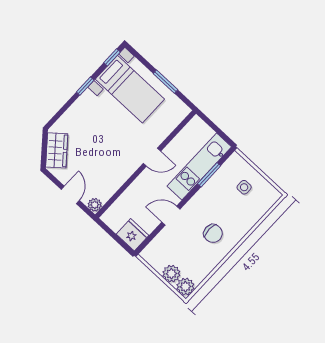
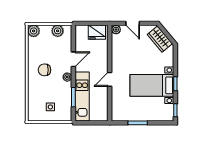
bed with nightstands: (130, 89) -> (152, 85), moved
plant: (196, 203) -> (67, 77), added
fridge: (133, 235) -> (97, 32), moved
plant: (171, 274) -> (58, 31), moved

